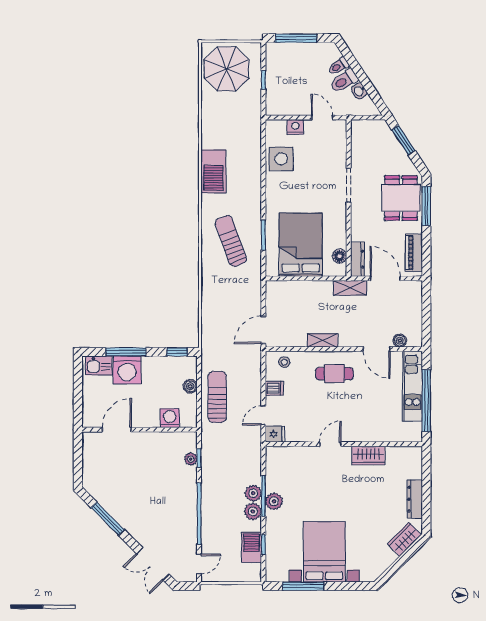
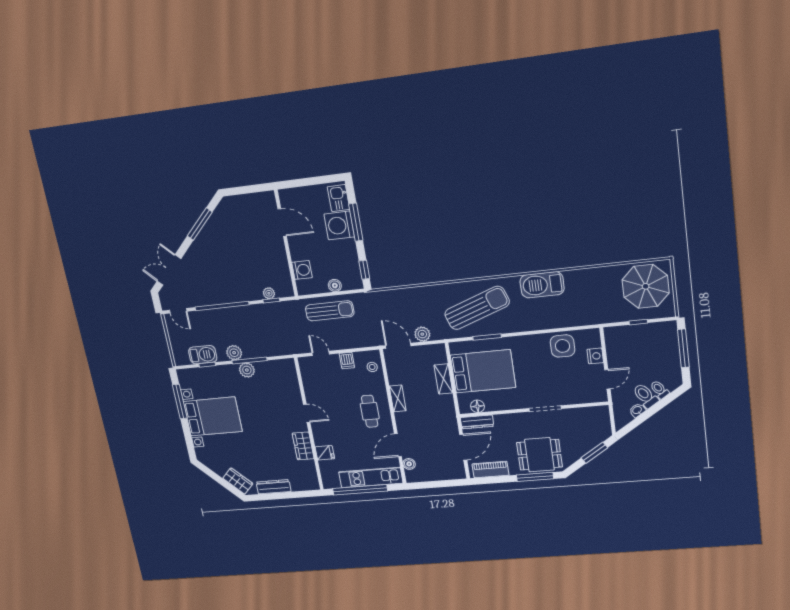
sun lounger: (231, 241) -> (477, 308), width x1.36, depth x1.34
shelving: (350, 288) -> (443, 379), moved
fridge: (275, 434) -> (325, 453), moved, turned -90
plant: (253, 493) -> (422, 334), moved

